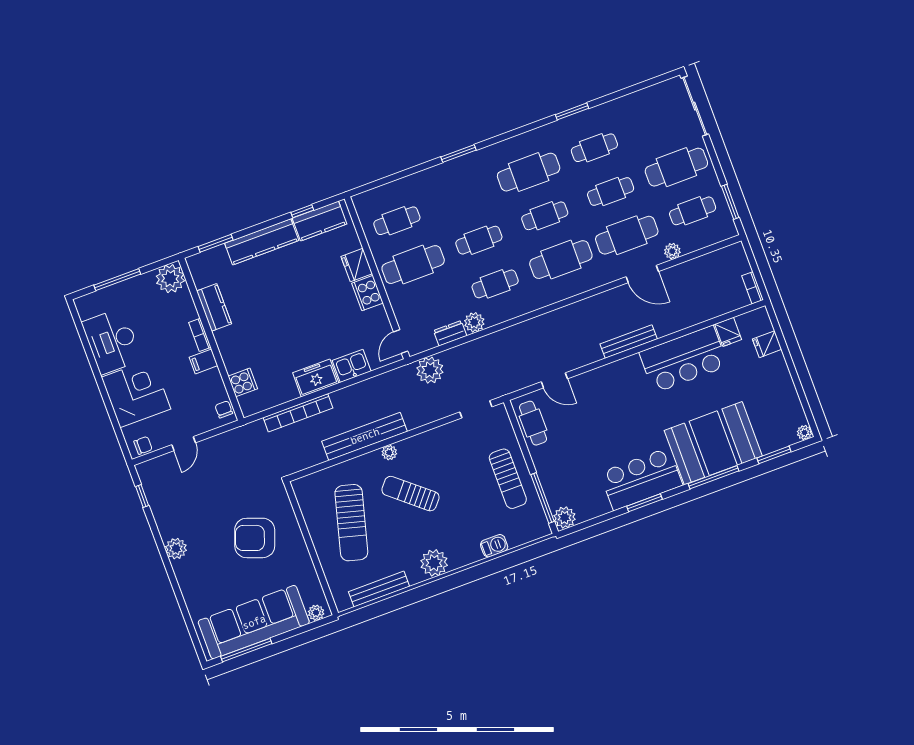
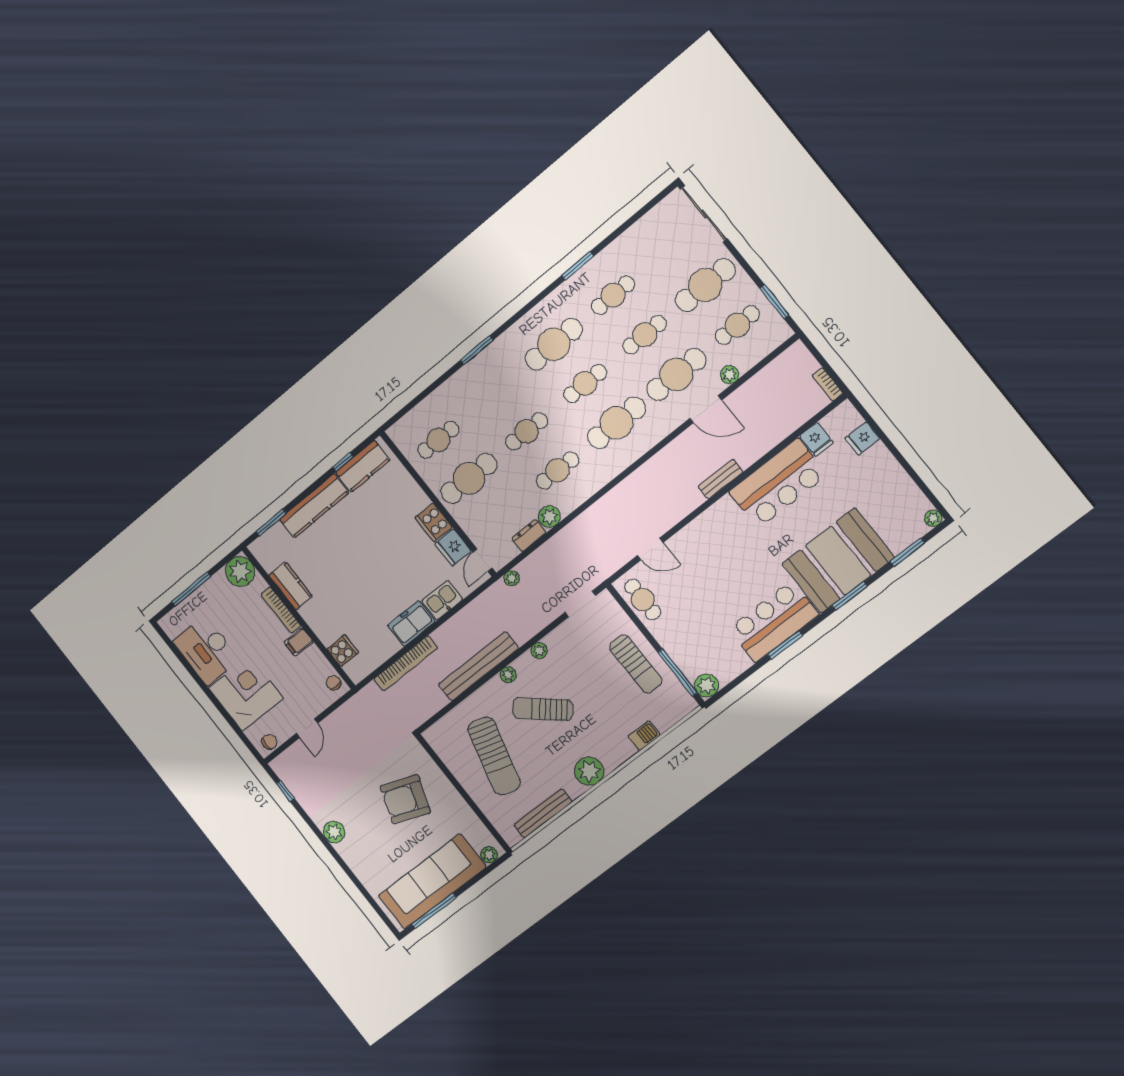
fridge: (357, 265) -> (453, 547), moved
bookcase: (200, 335) -> (281, 610), width x1.56
bench: (629, 342) -> (721, 479), width x0.73
plant: (430, 370) -> (512, 578), width x0.53, depth x0.53
plant: (425, 439) -> (539, 651), added
window: (714, 477) -> (850, 596), width x0.69

